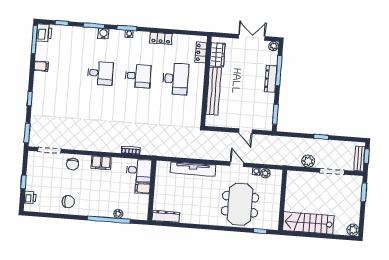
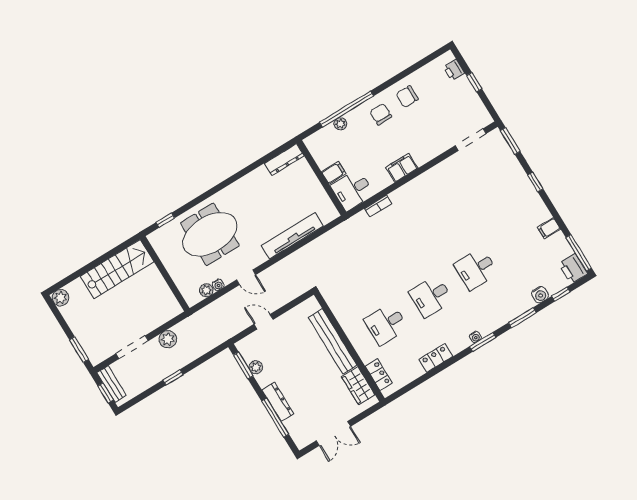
water cooler: (103, 34) -> (540, 295), moved
plant: (274, 46) -> (256, 367), moved
desk: (175, 79) -> (386, 324), width x0.73
chair: (73, 164) -> (381, 114), moved
meeting table: (240, 204) -> (210, 234), turned 90

